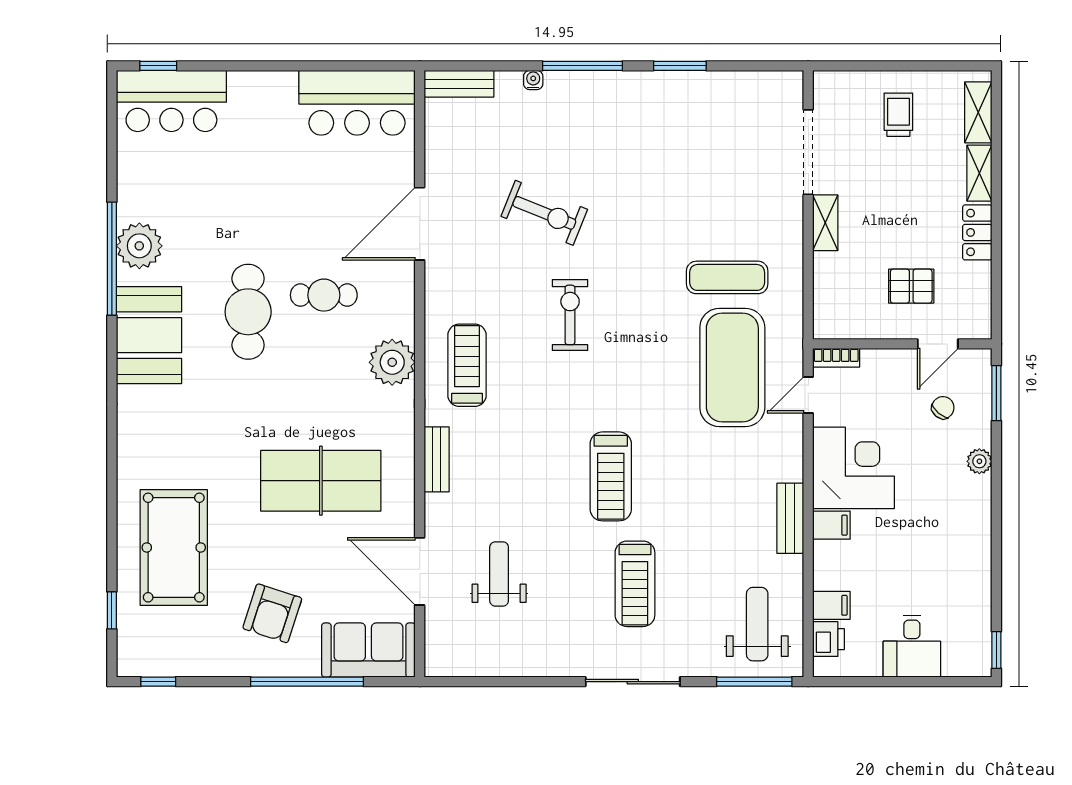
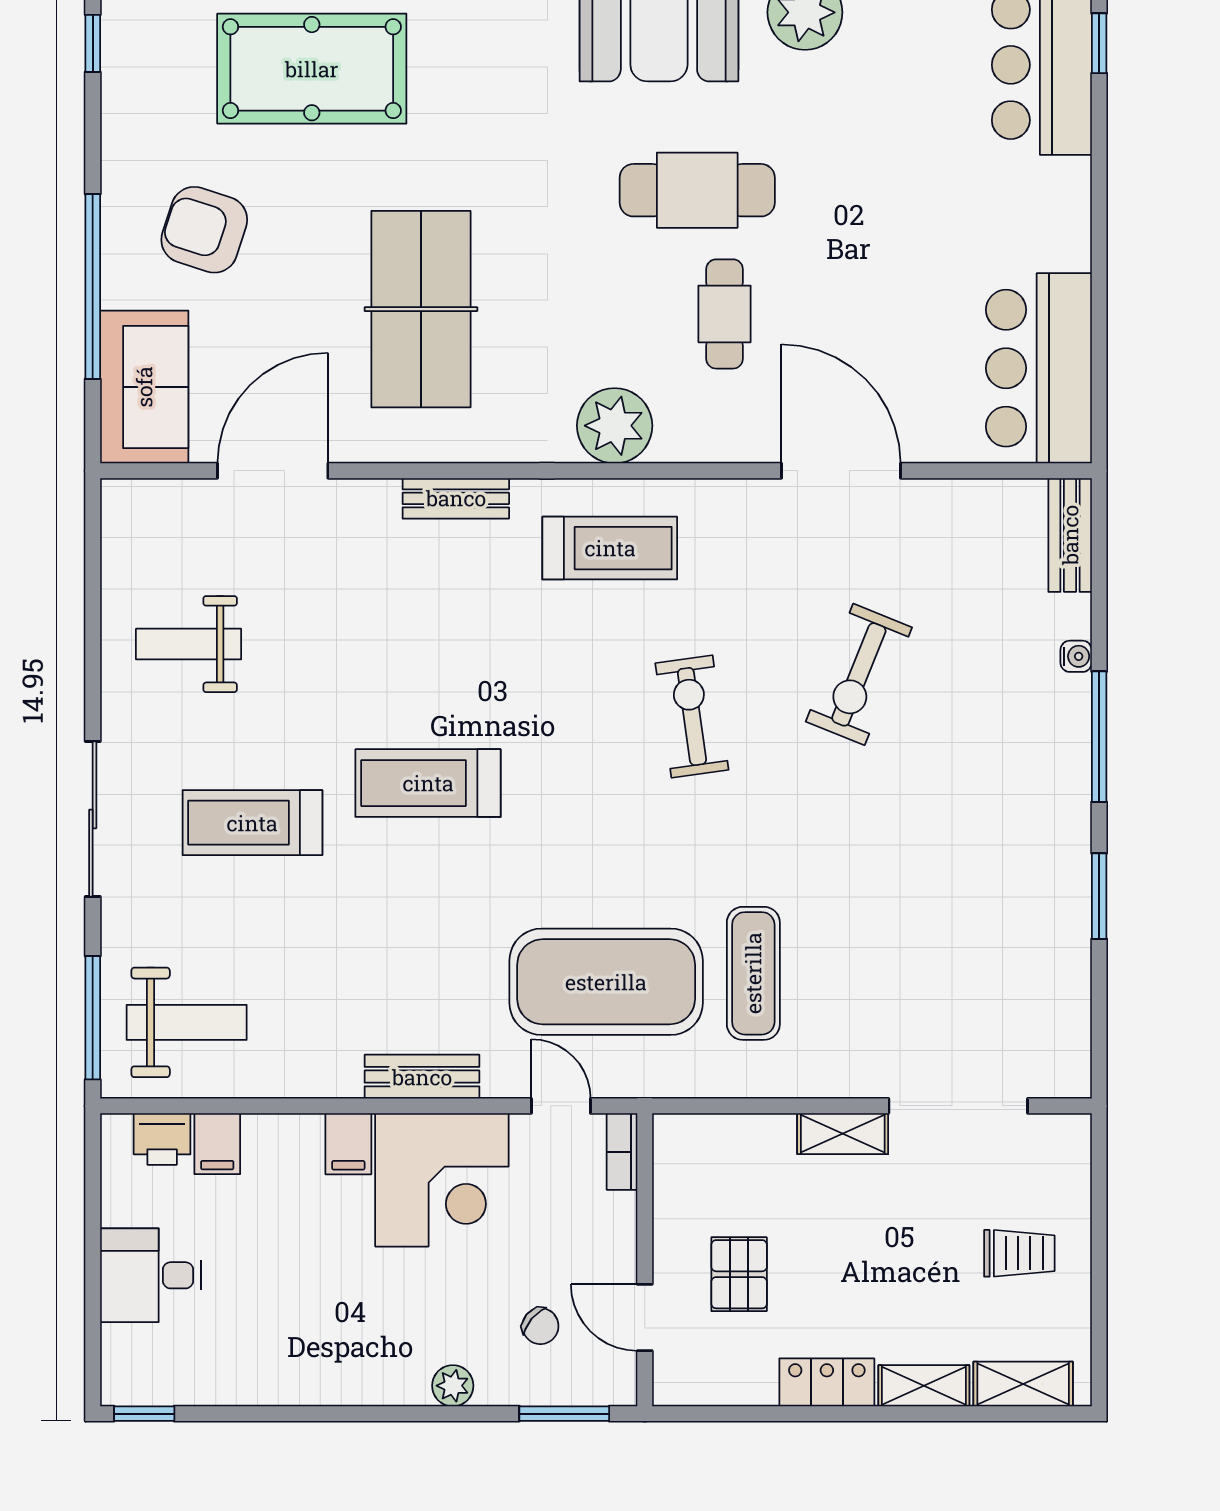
exercise bike: (570, 315) -> (692, 716), turned -98
bench: (790, 518) -> (422, 1077), moved
weight bench: (499, 574) -> (189, 644), moved, turned 180

